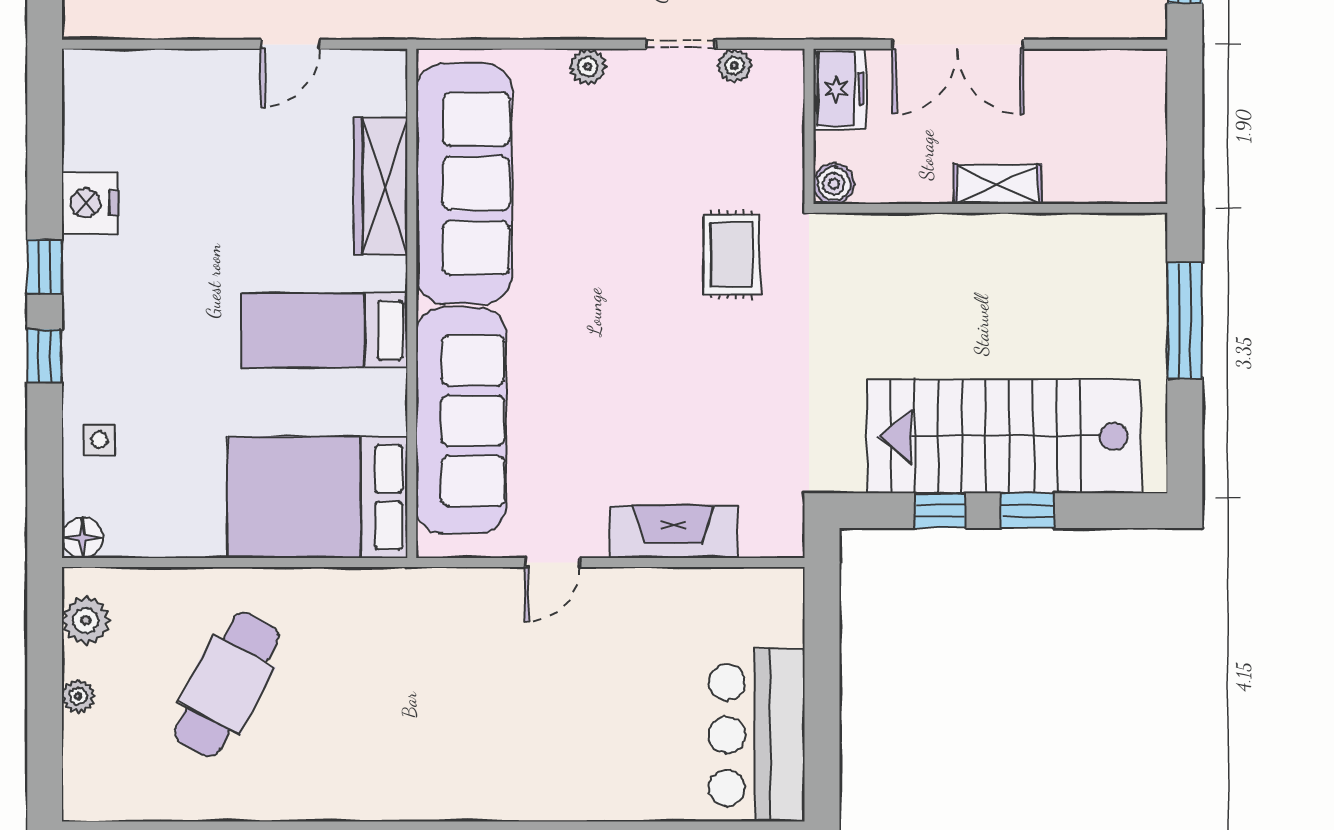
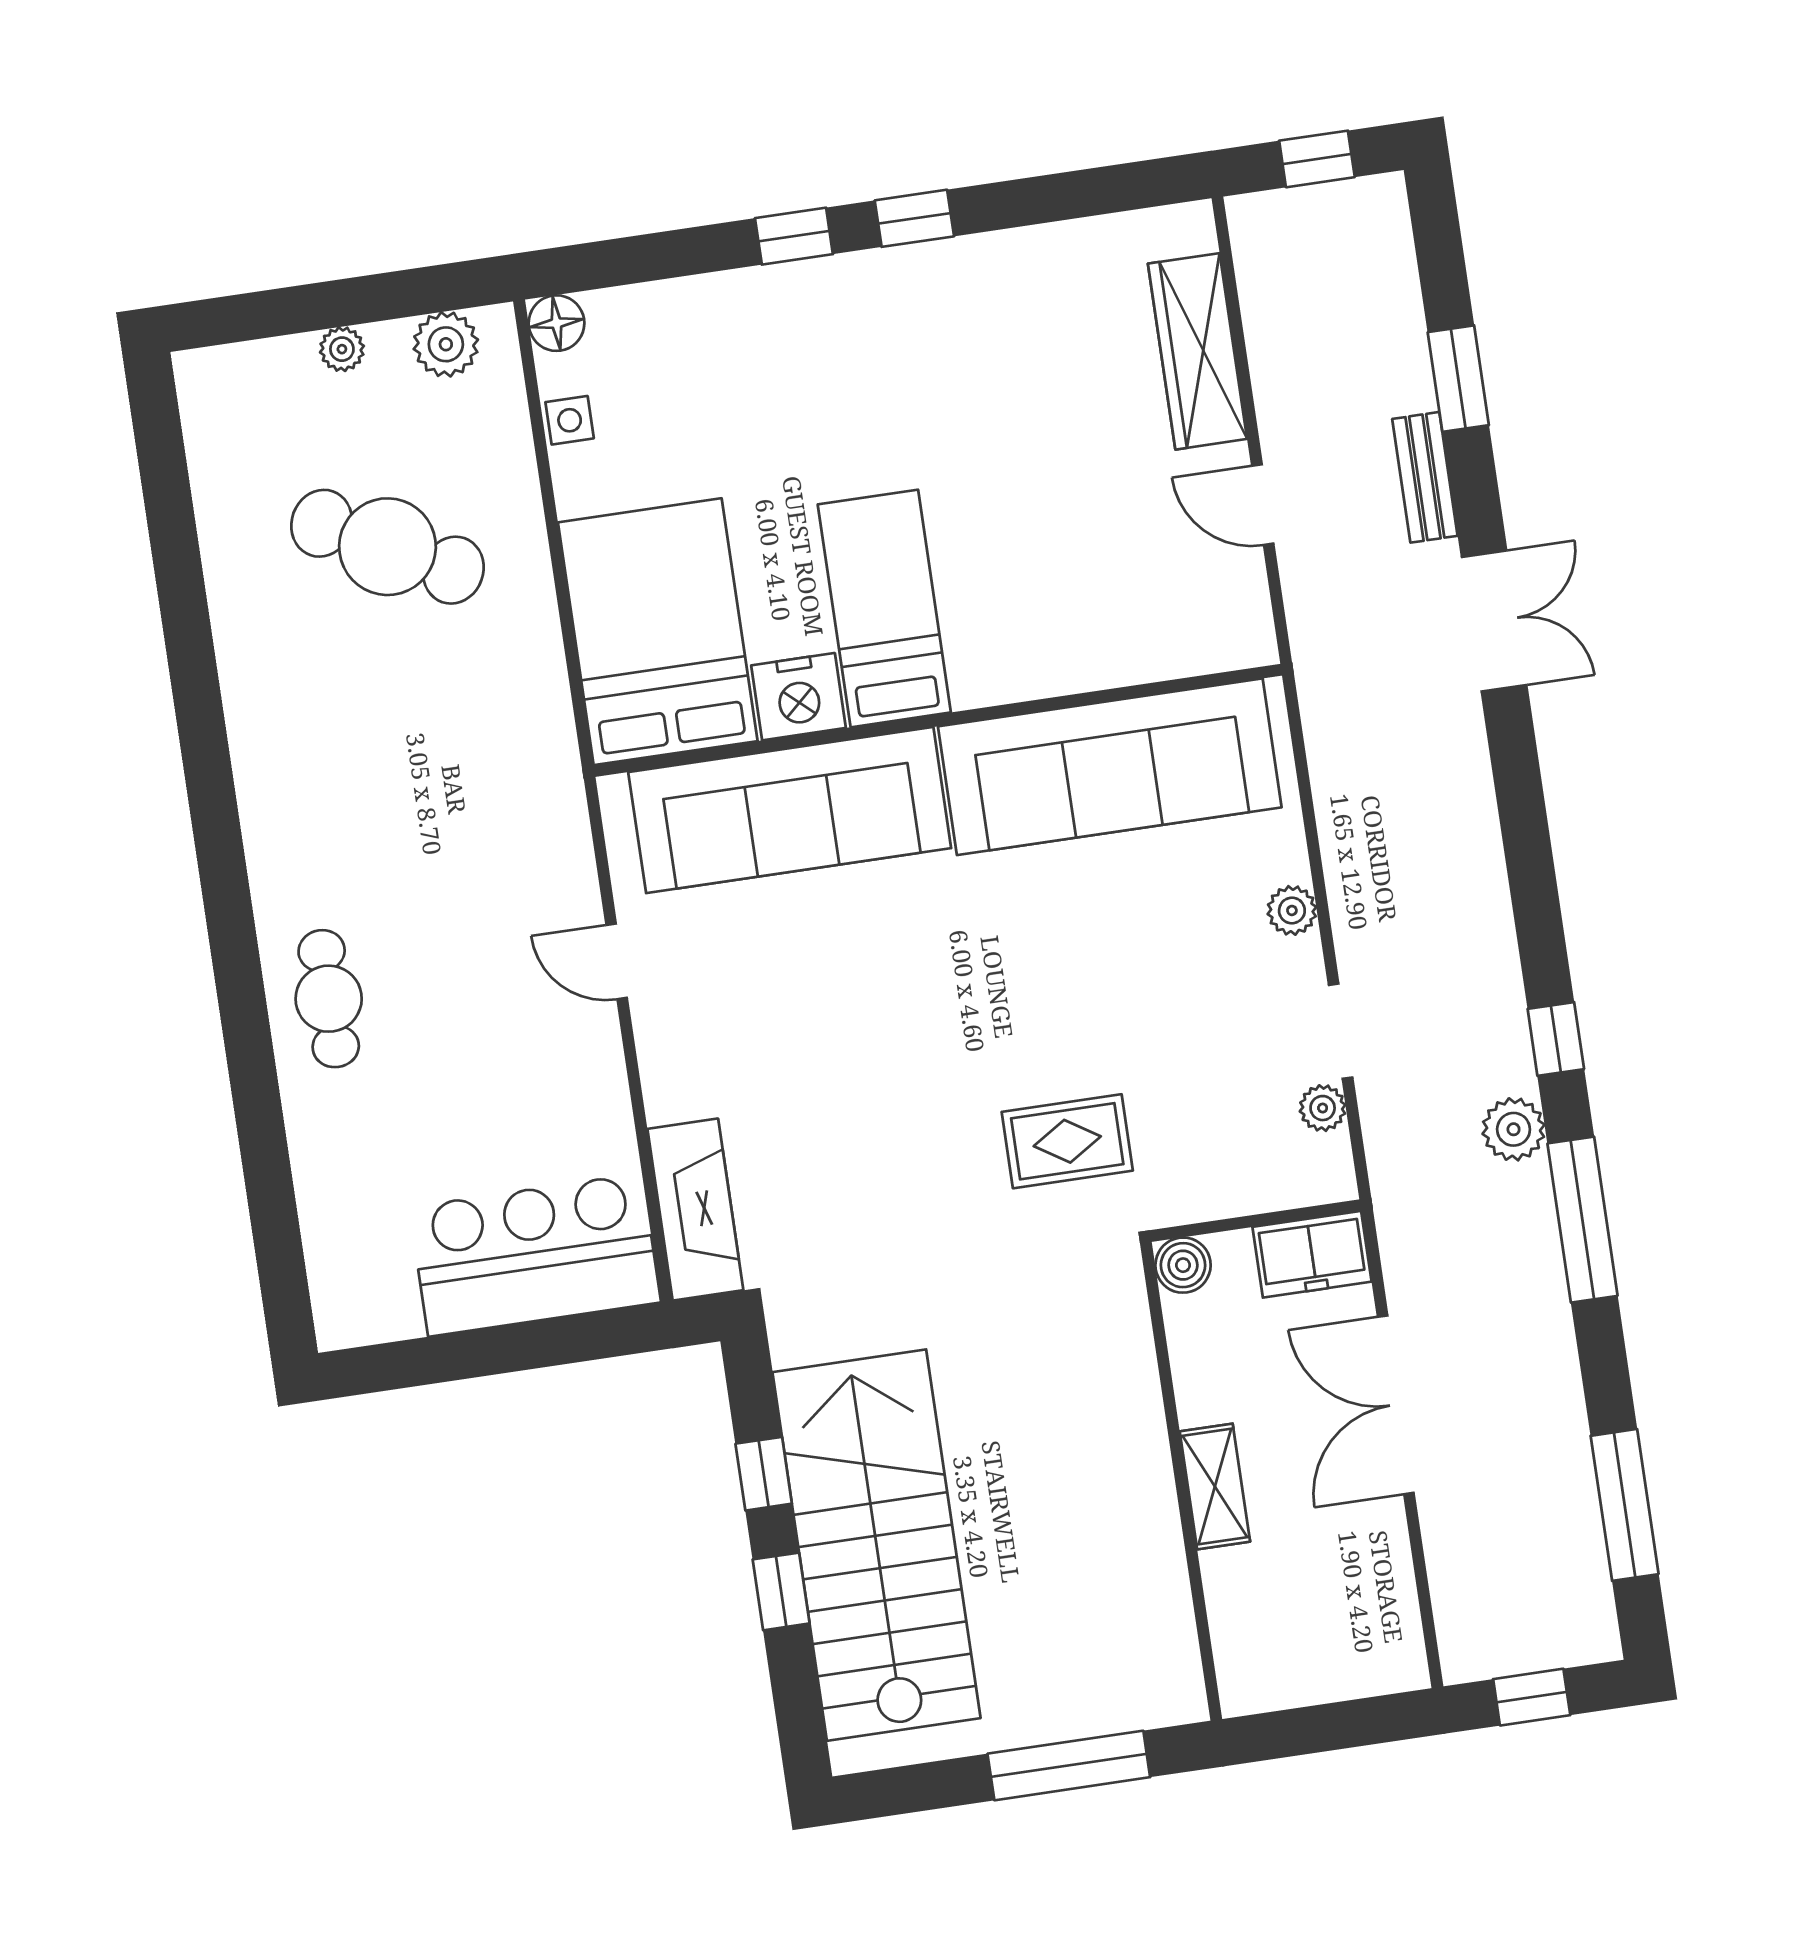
wardrobe: (381, 186) -> (1197, 351), moved, turned -90
nightstand: (90, 203) -> (799, 697), moved, turned 180
side table: (99, 440) -> (570, 420), moved
fireplace: (674, 532) -> (695, 1210), moved
bar counter: (757, 735) -> (535, 1255), moved
cafe table: (549, 776) -> (329, 999), added

